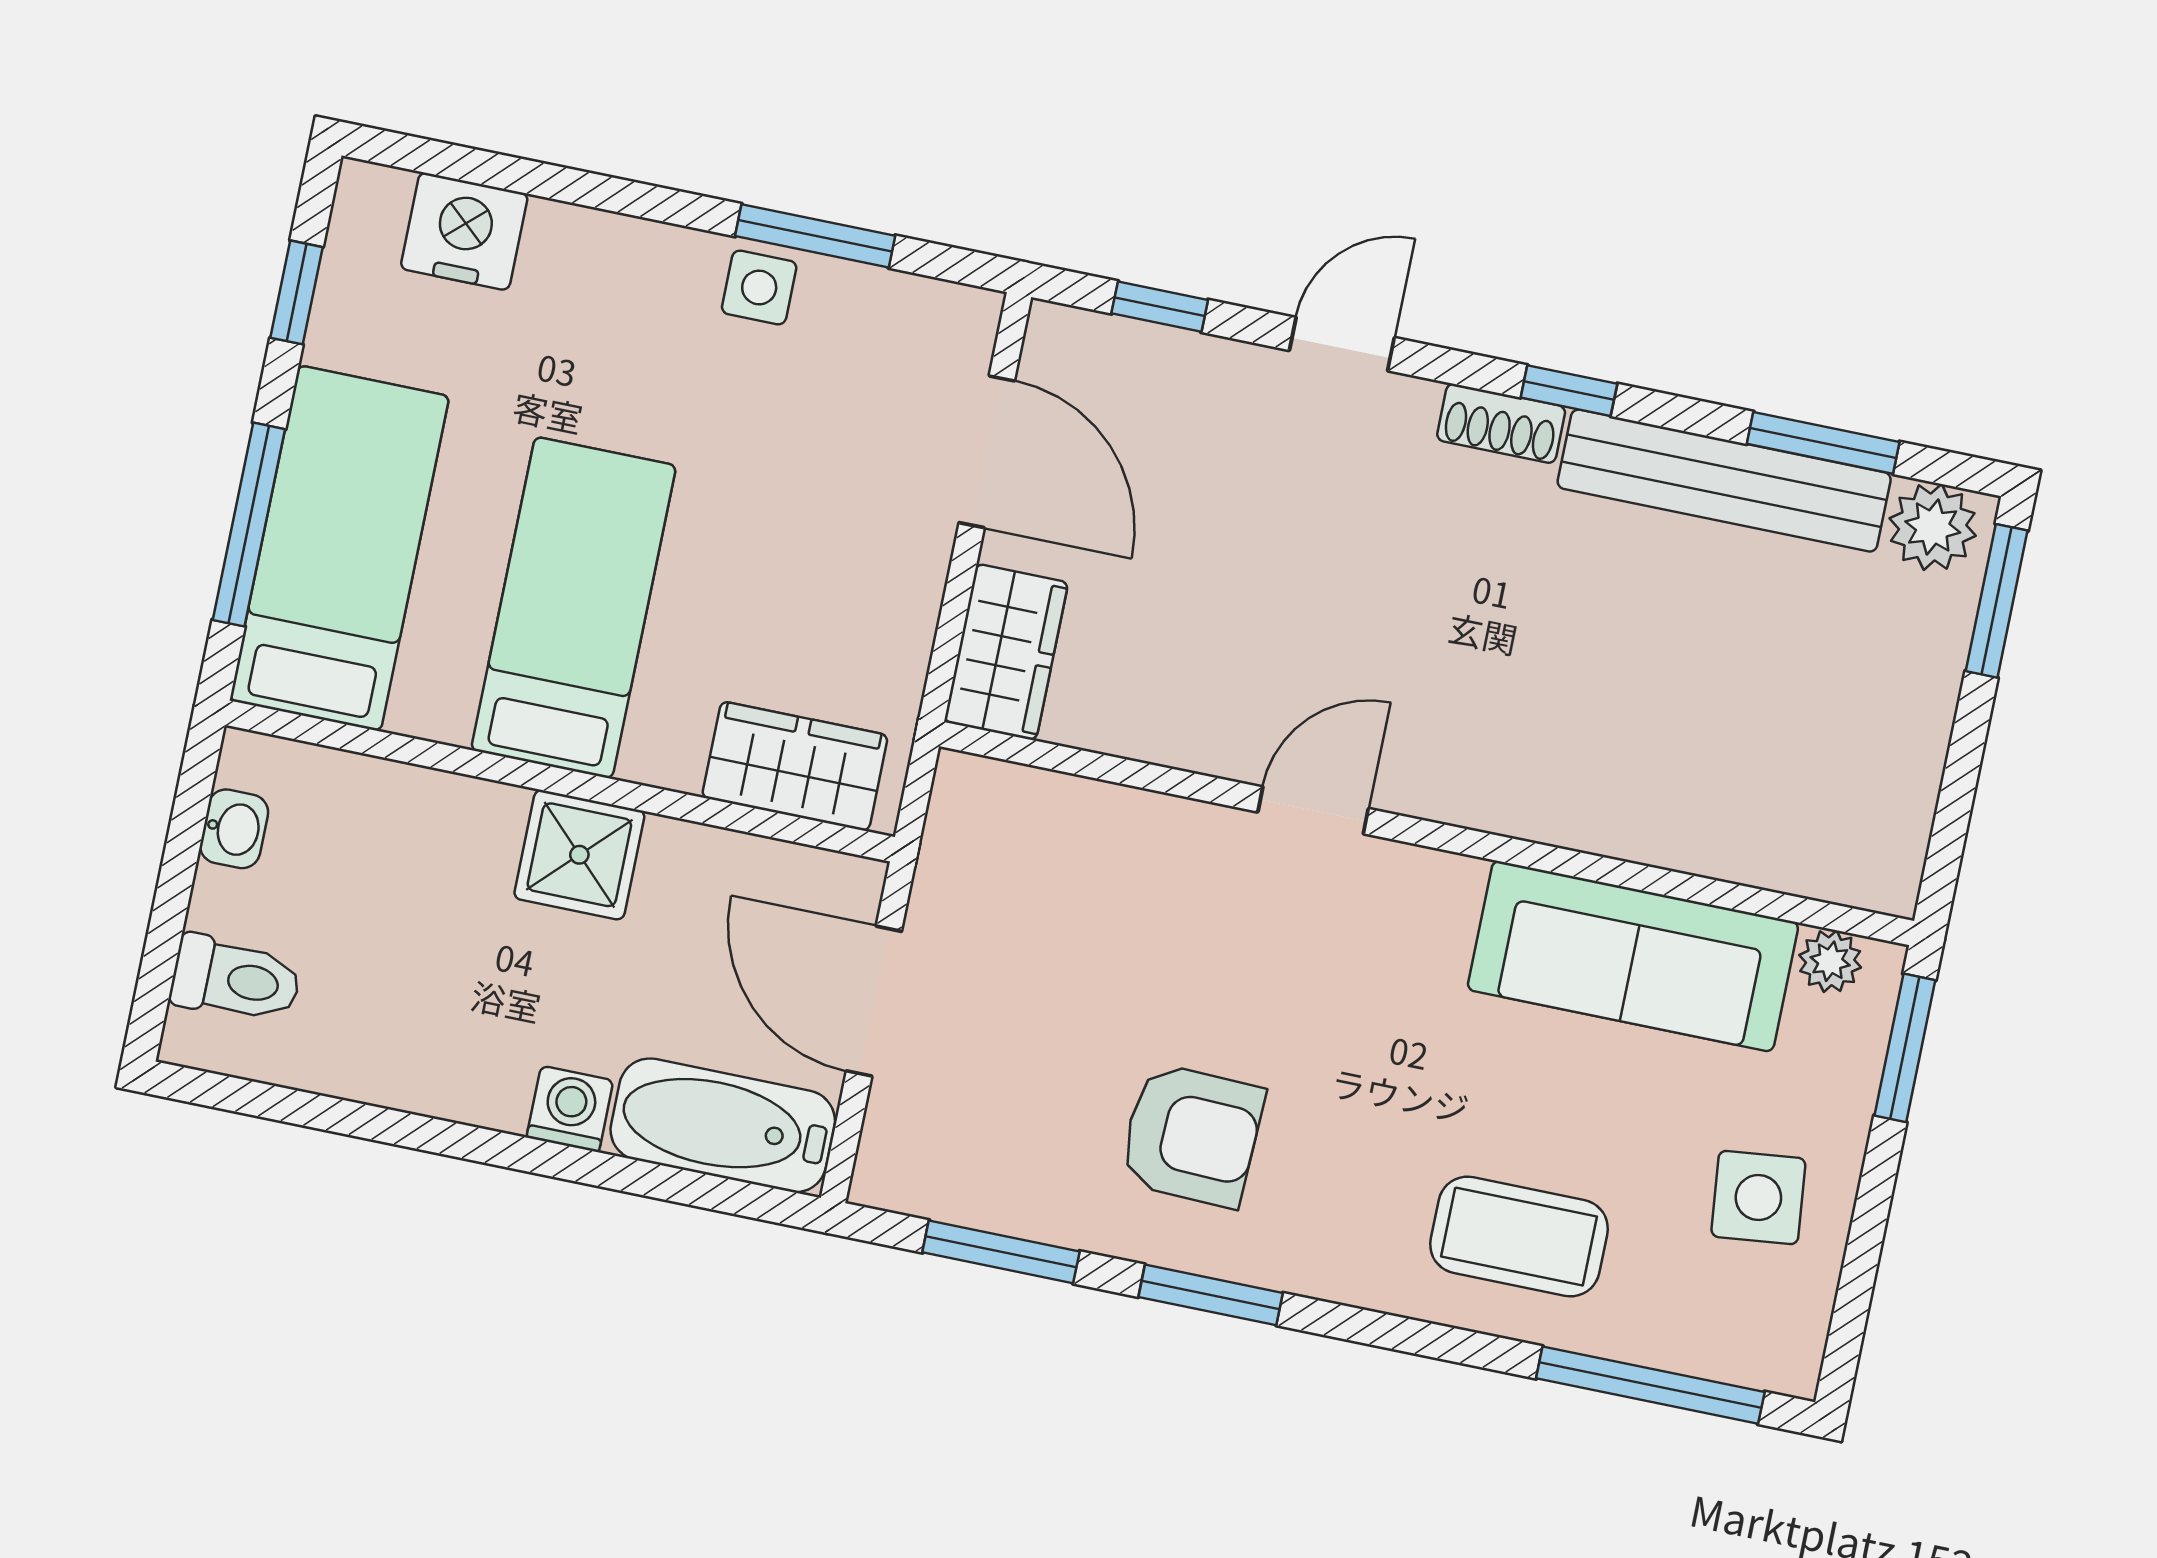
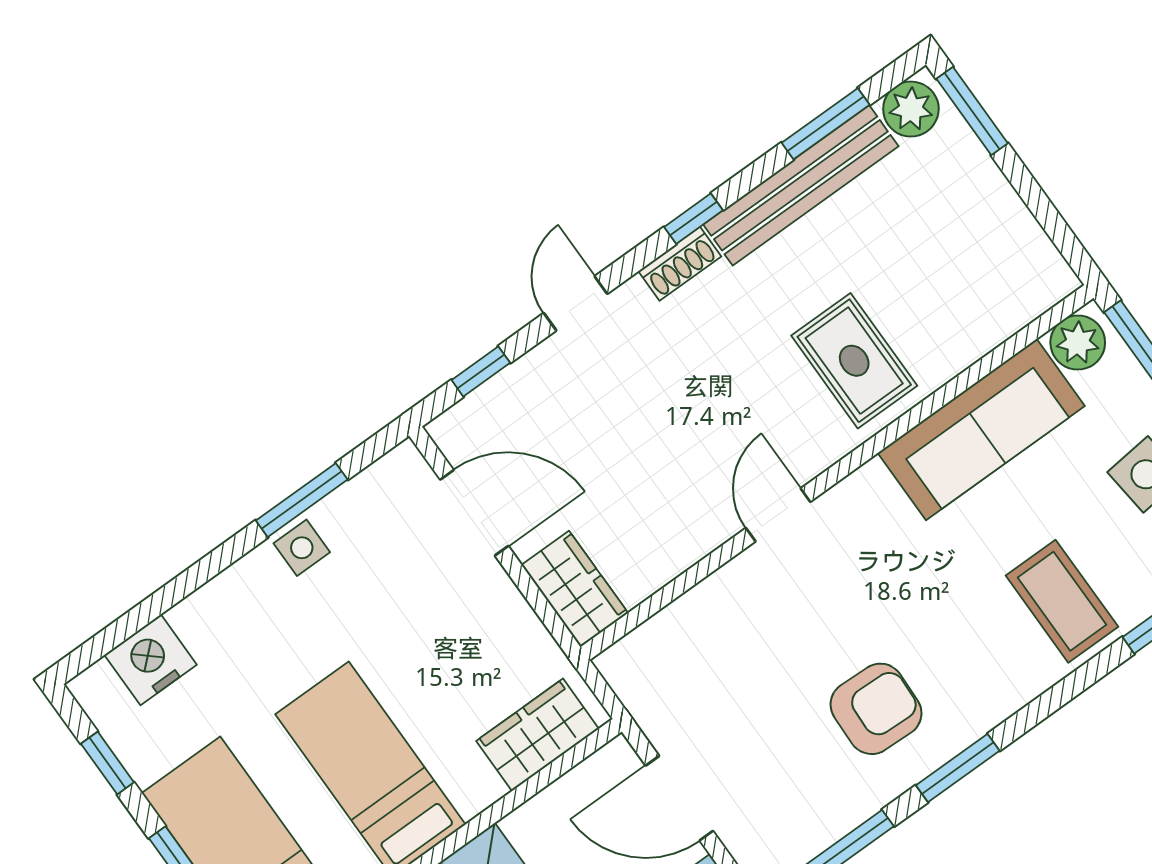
rug: (1576, 733) -> (854, 361), added
plant: (1830, 961) -> (1078, 343), width x1.38, depth x1.38
coffee table: (1519, 1237) -> (1062, 601), turned 90

